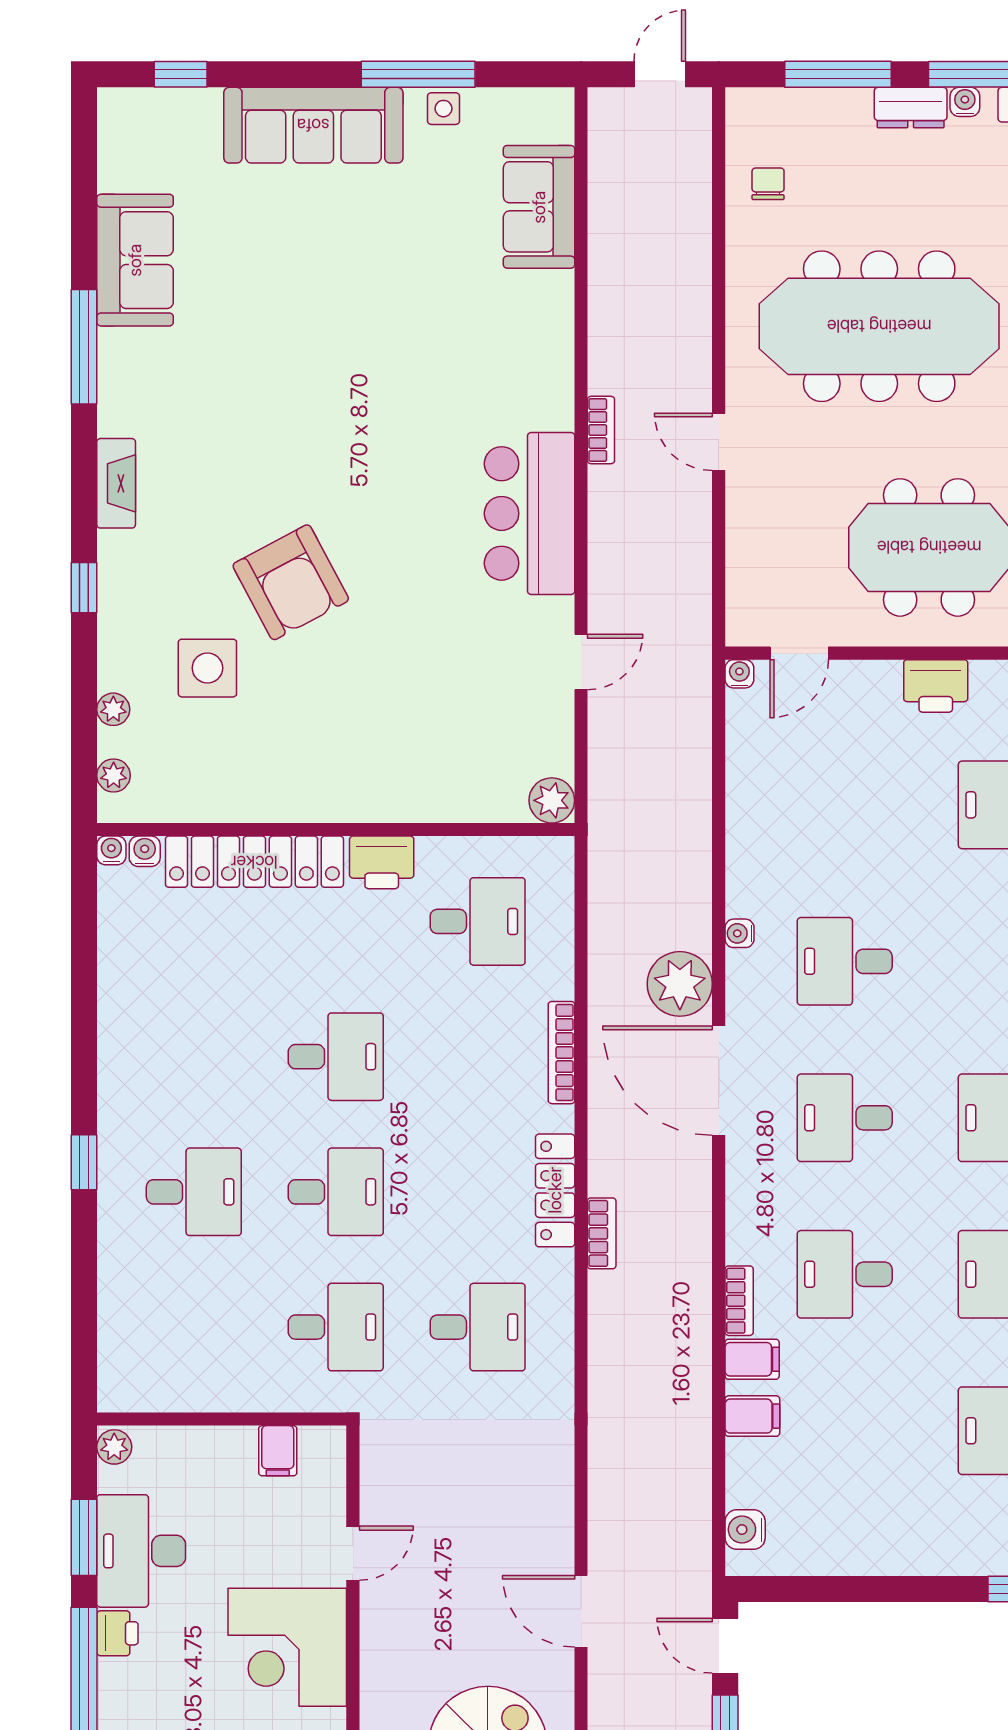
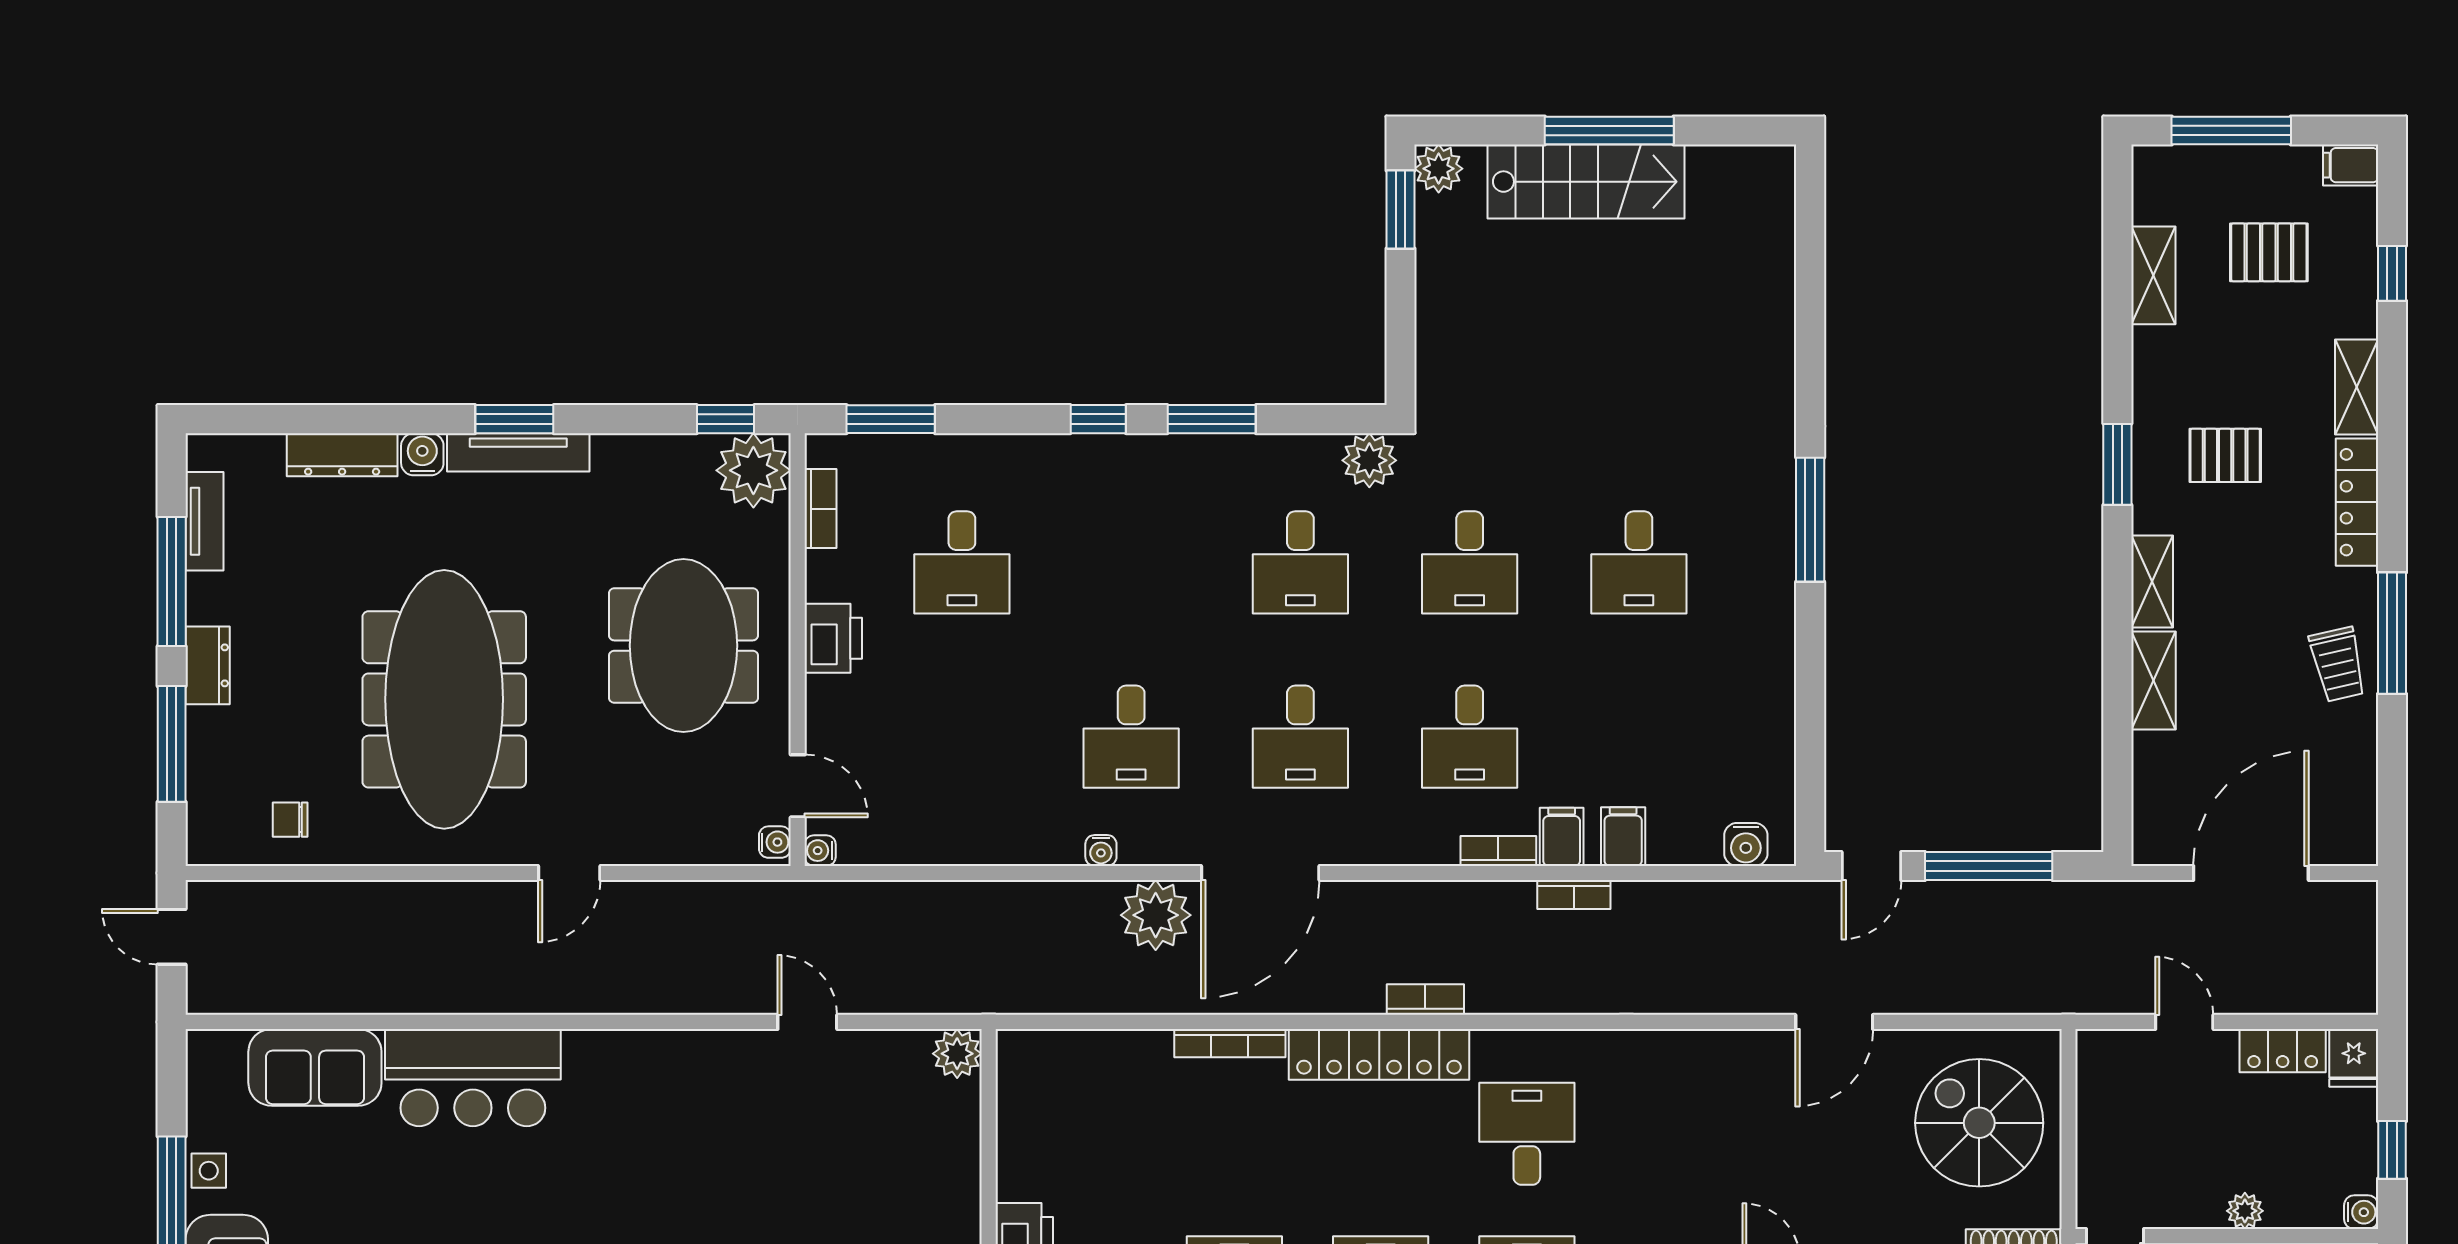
water cooler: (965, 102) -> (775, 842), moved, turned 180
bookcase: (601, 430) -> (1574, 895), moved, turned 180
bar counter: (530, 513) -> (473, 1078), moved
desk: (478, 921) -> (1088, 1134), removed
locker: (555, 1190) -> (1379, 1054), width x1.41, depth x1.21

